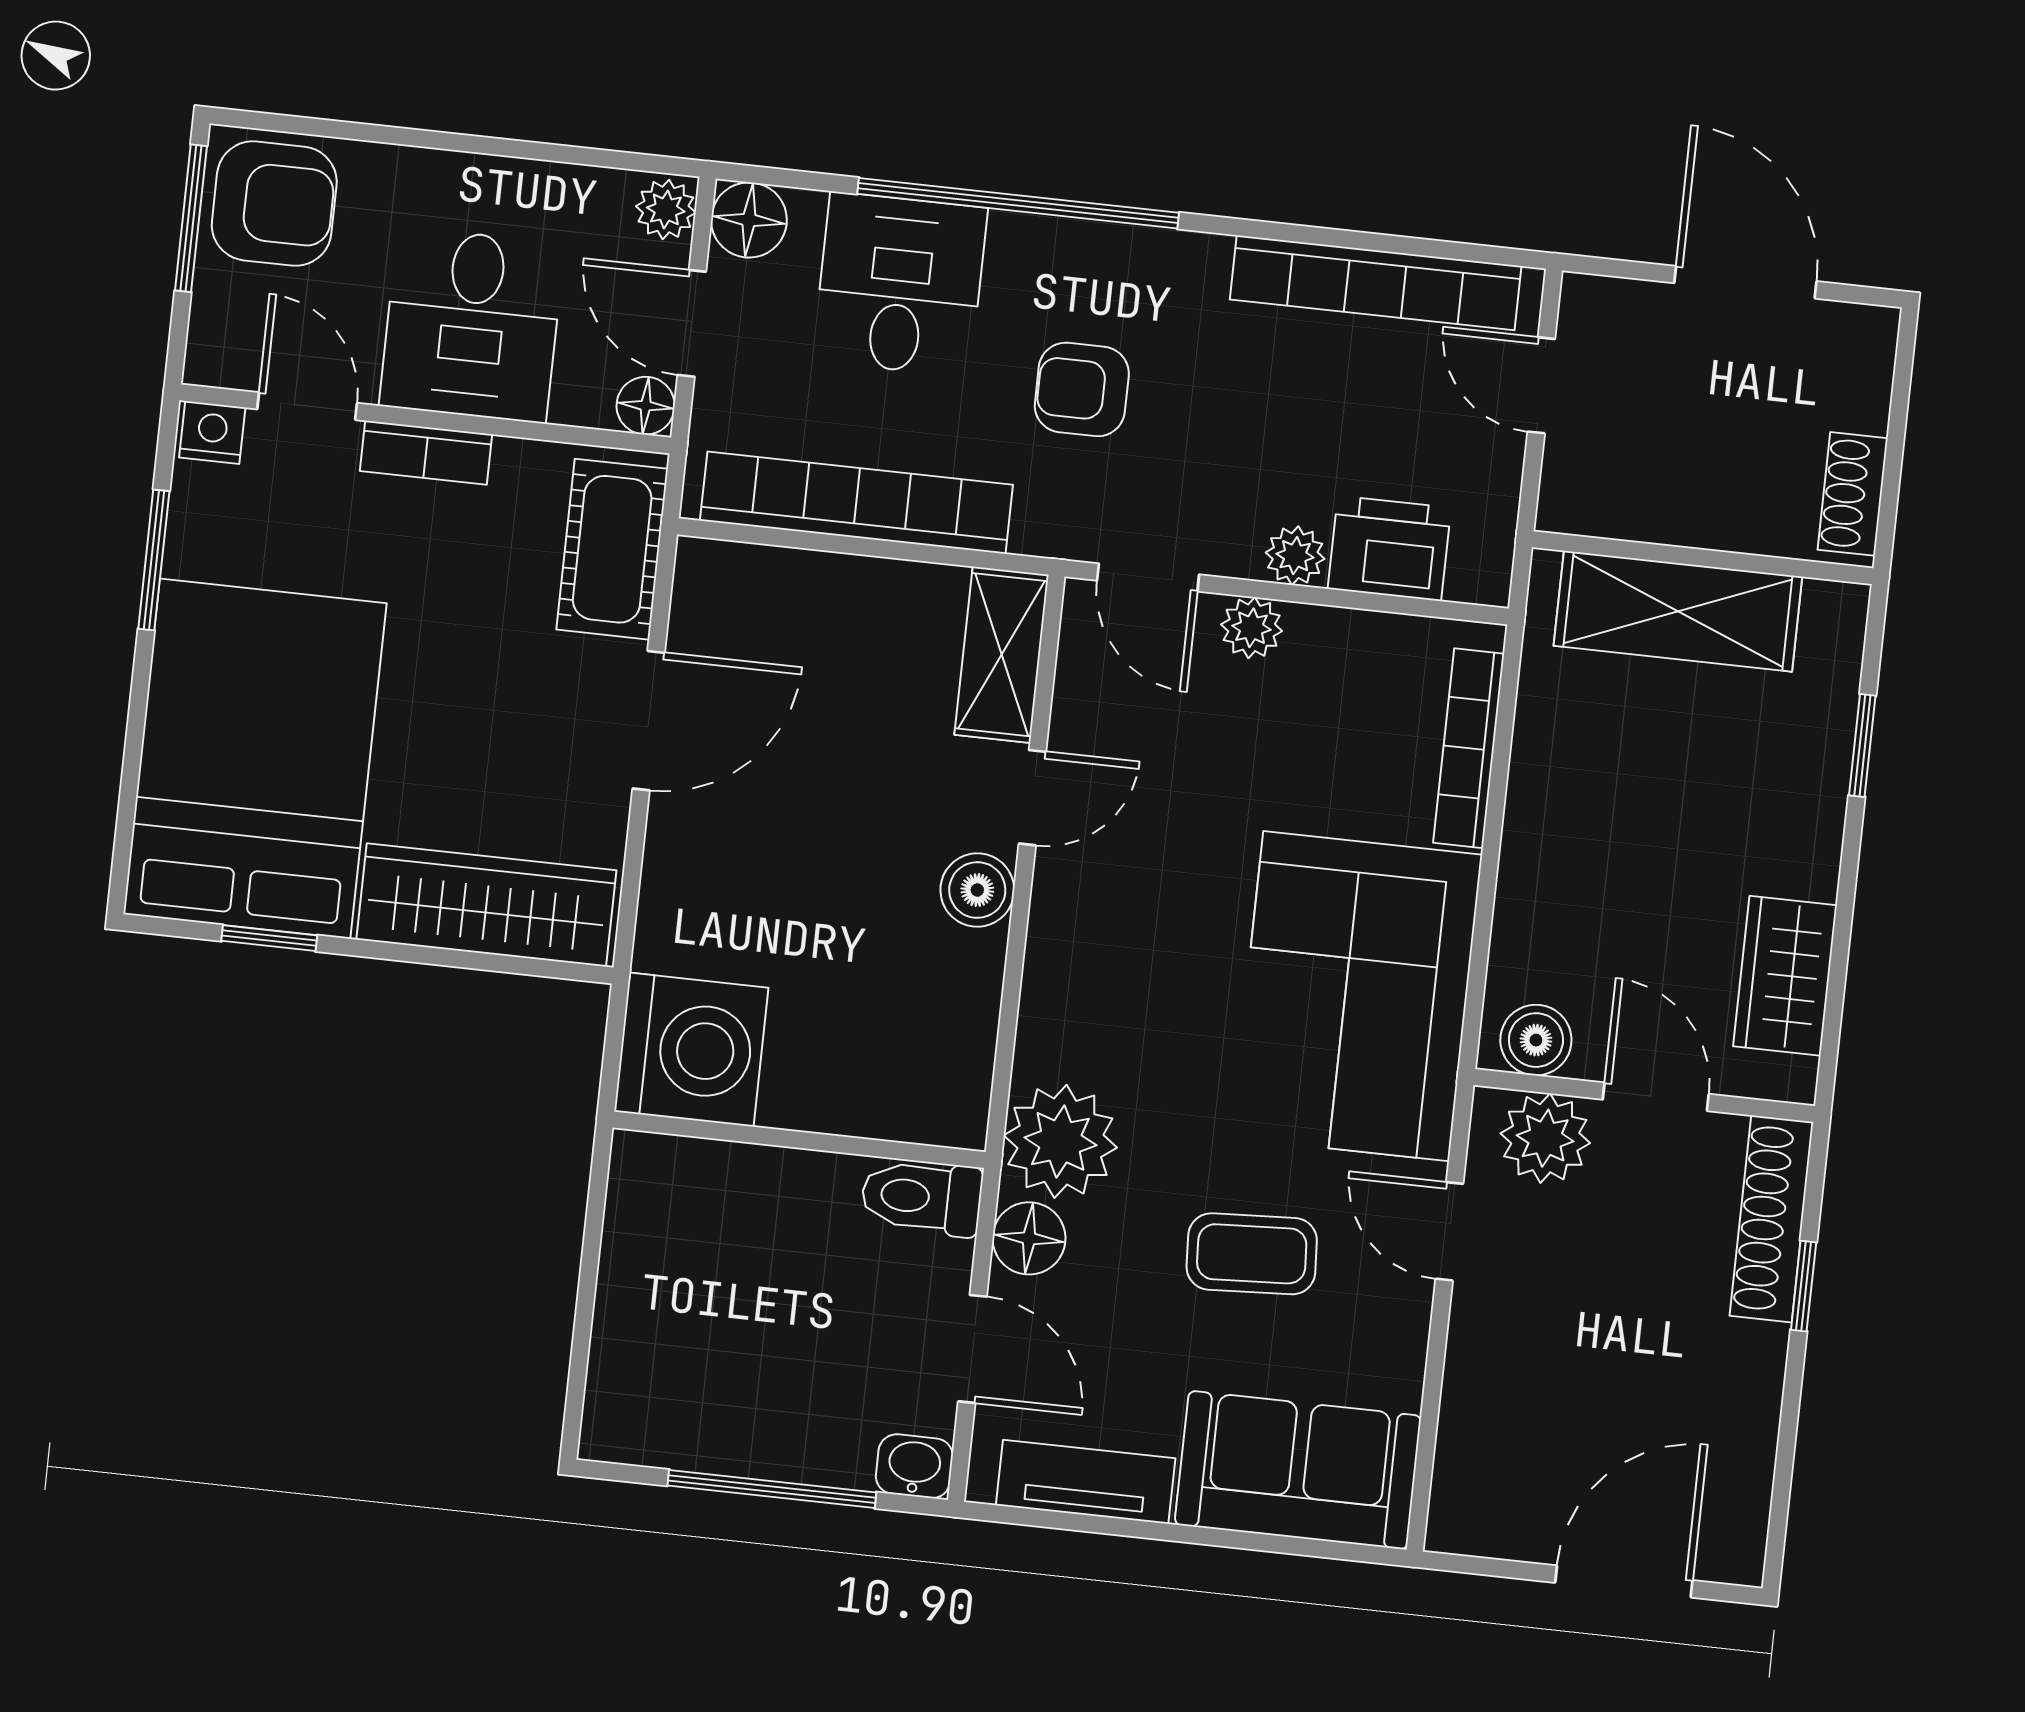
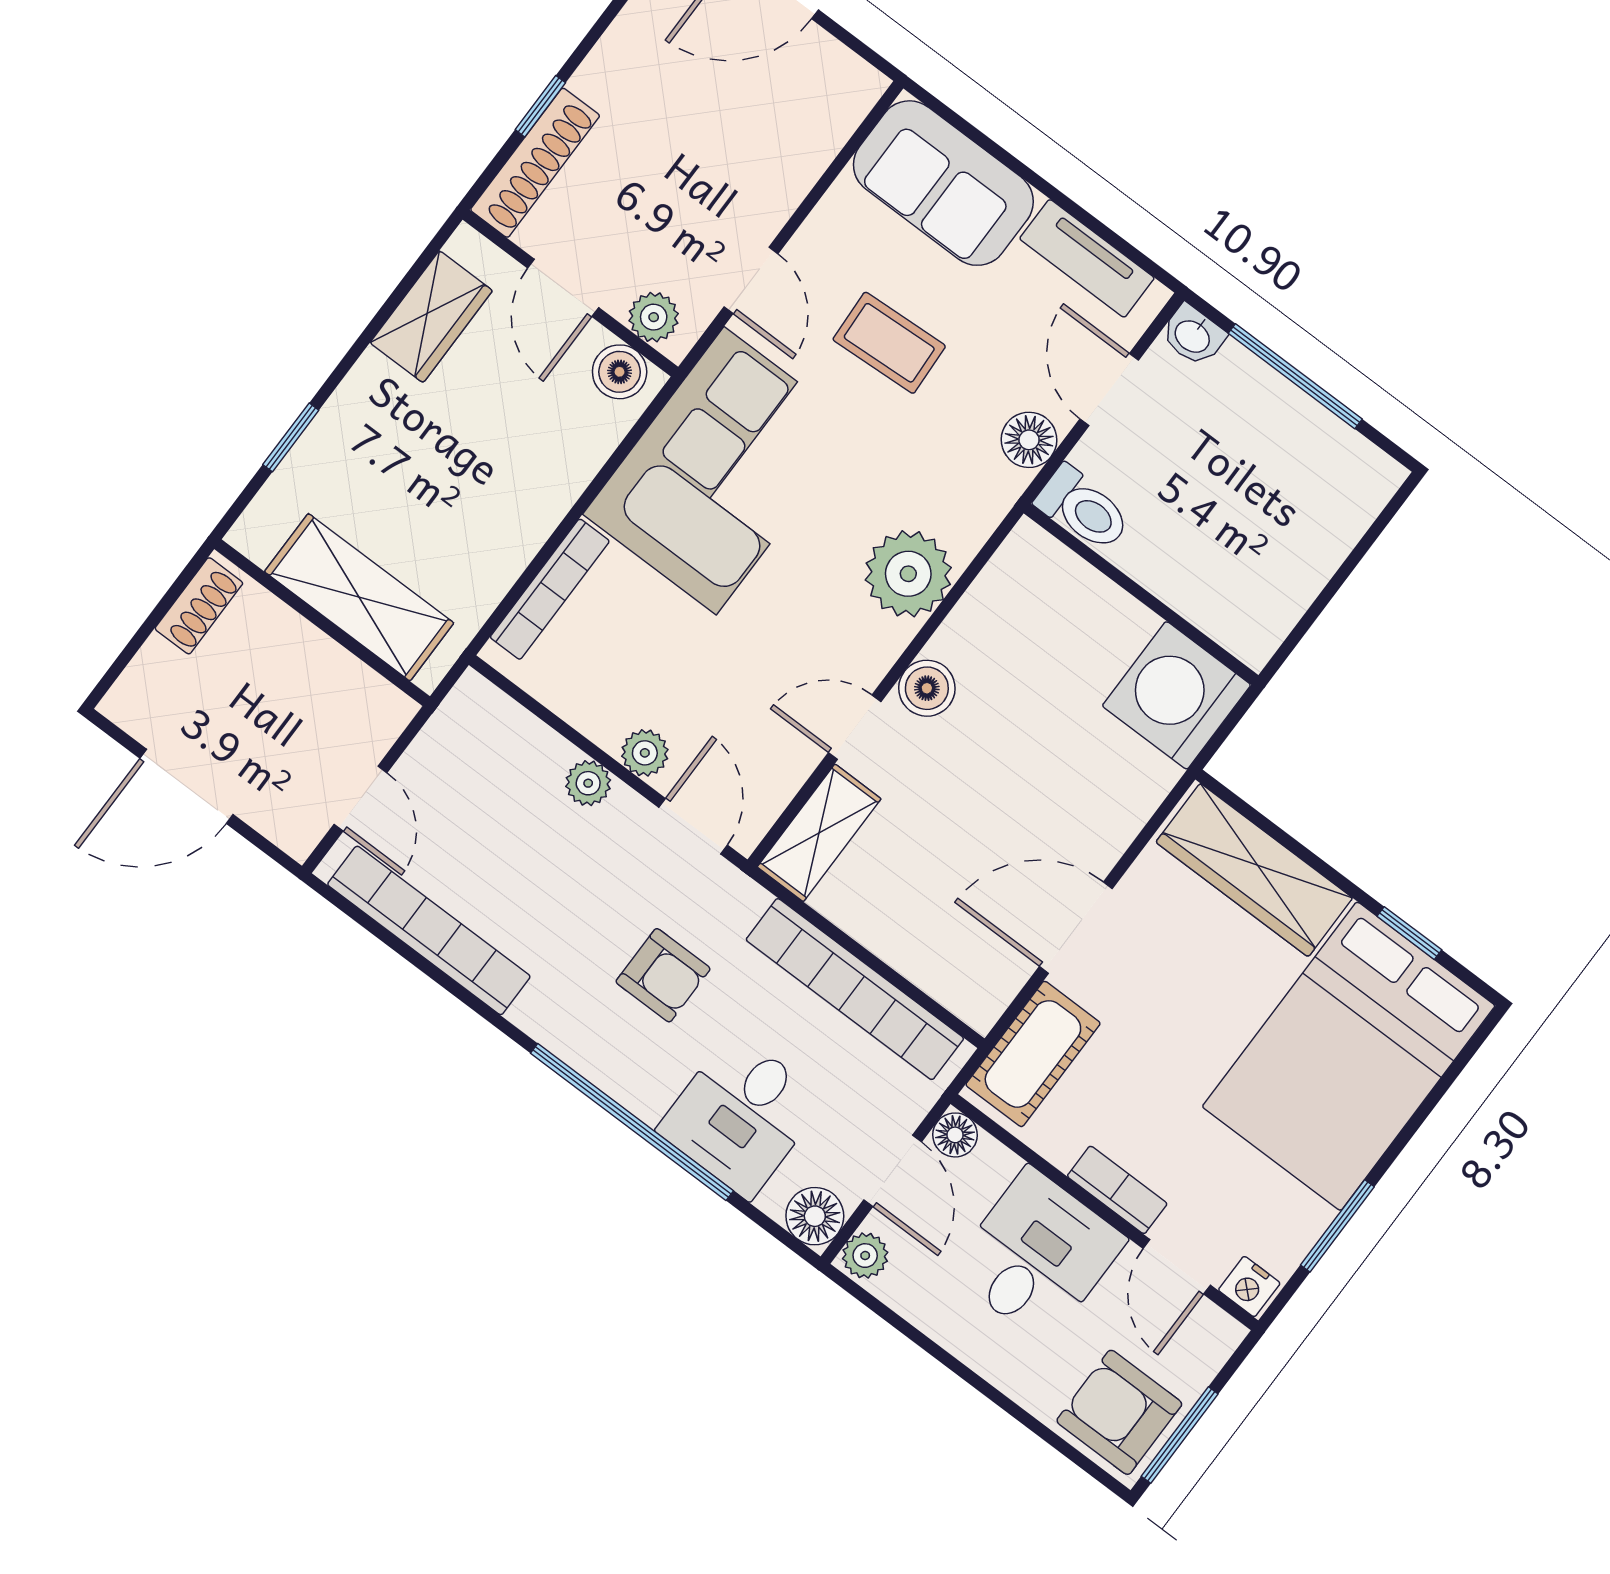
door: (1745, 282) -> (187, 786), hinge flipped
printer: (1389, 548) -> (524, 751), removed
plant: (1545, 1138) -> (654, 317), width x0.73, depth x0.73
plant: (1060, 1141) -> (908, 574), moved

